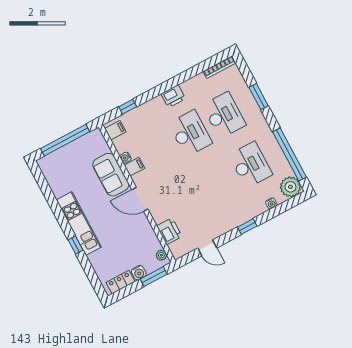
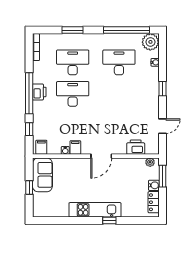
window: (166, 86) -> (29, 93), added
window: (65, 140) -> (29, 187), width x0.32
sofa: (111, 175) -> (42, 175), moved, turned -90

